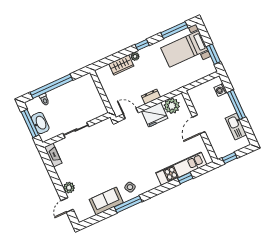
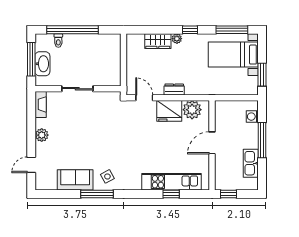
plant: (69, 188) -> (42, 135), moved

